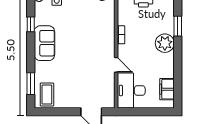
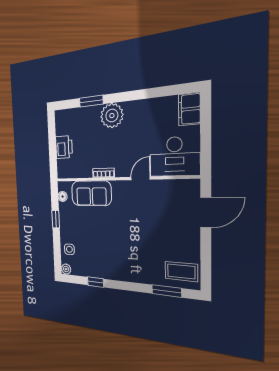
sofa: (44, 43) -> (91, 193), moved, turned 180
filing cabinet: (167, 89) -> (189, 109), moved, turned 90

